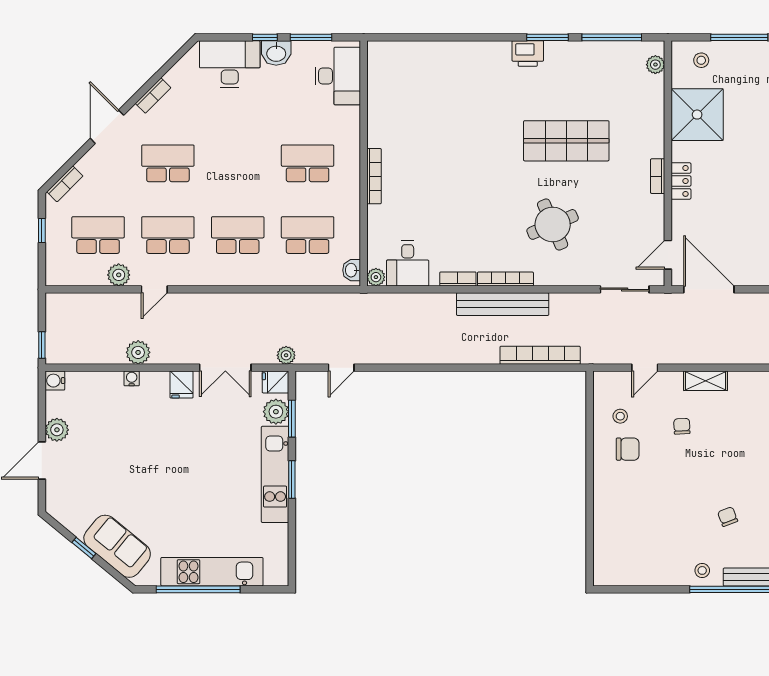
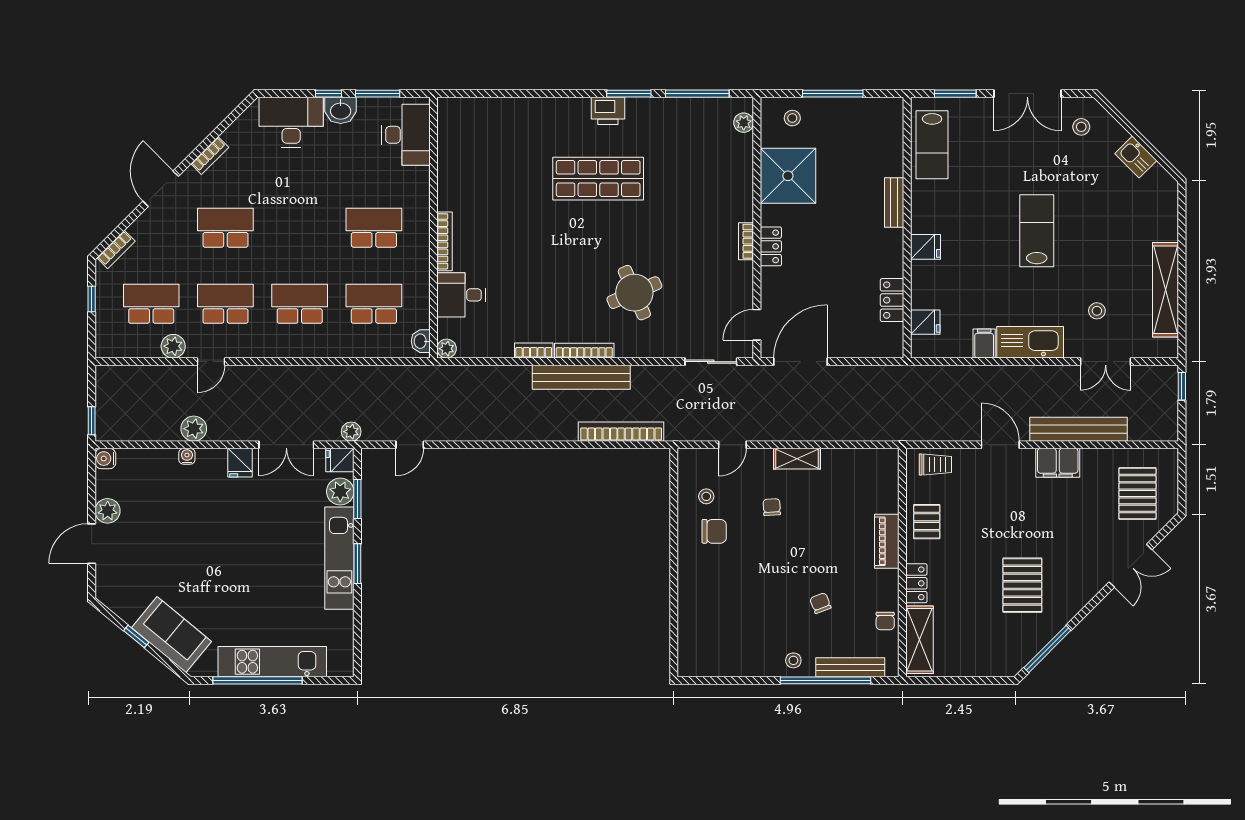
shop shelf: (566, 141) -> (598, 179), moved
desk: (408, 264) -> (461, 295), moved, turned 90
door: (709, 289) -> (801, 362), hinge flipped

